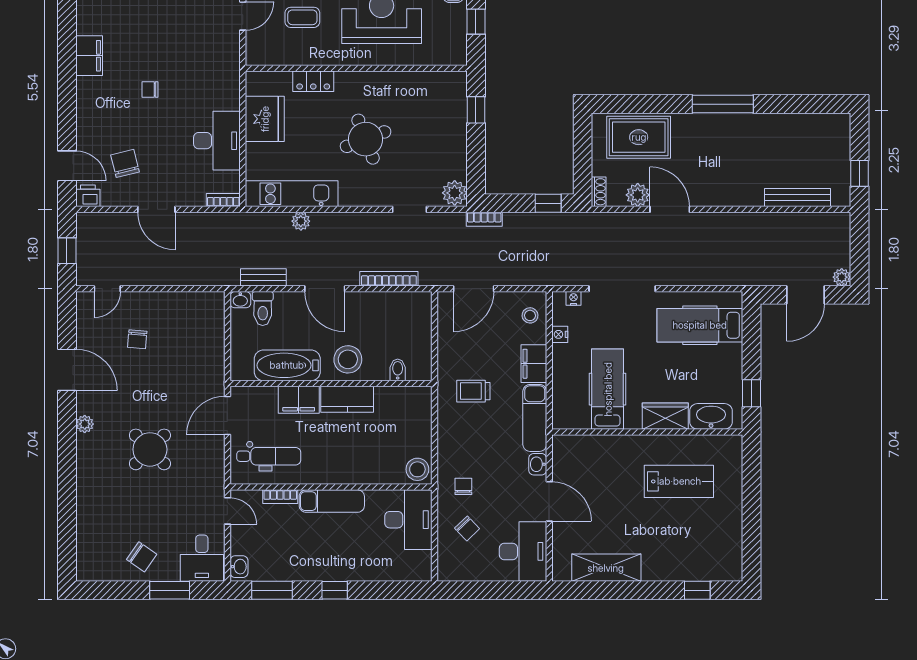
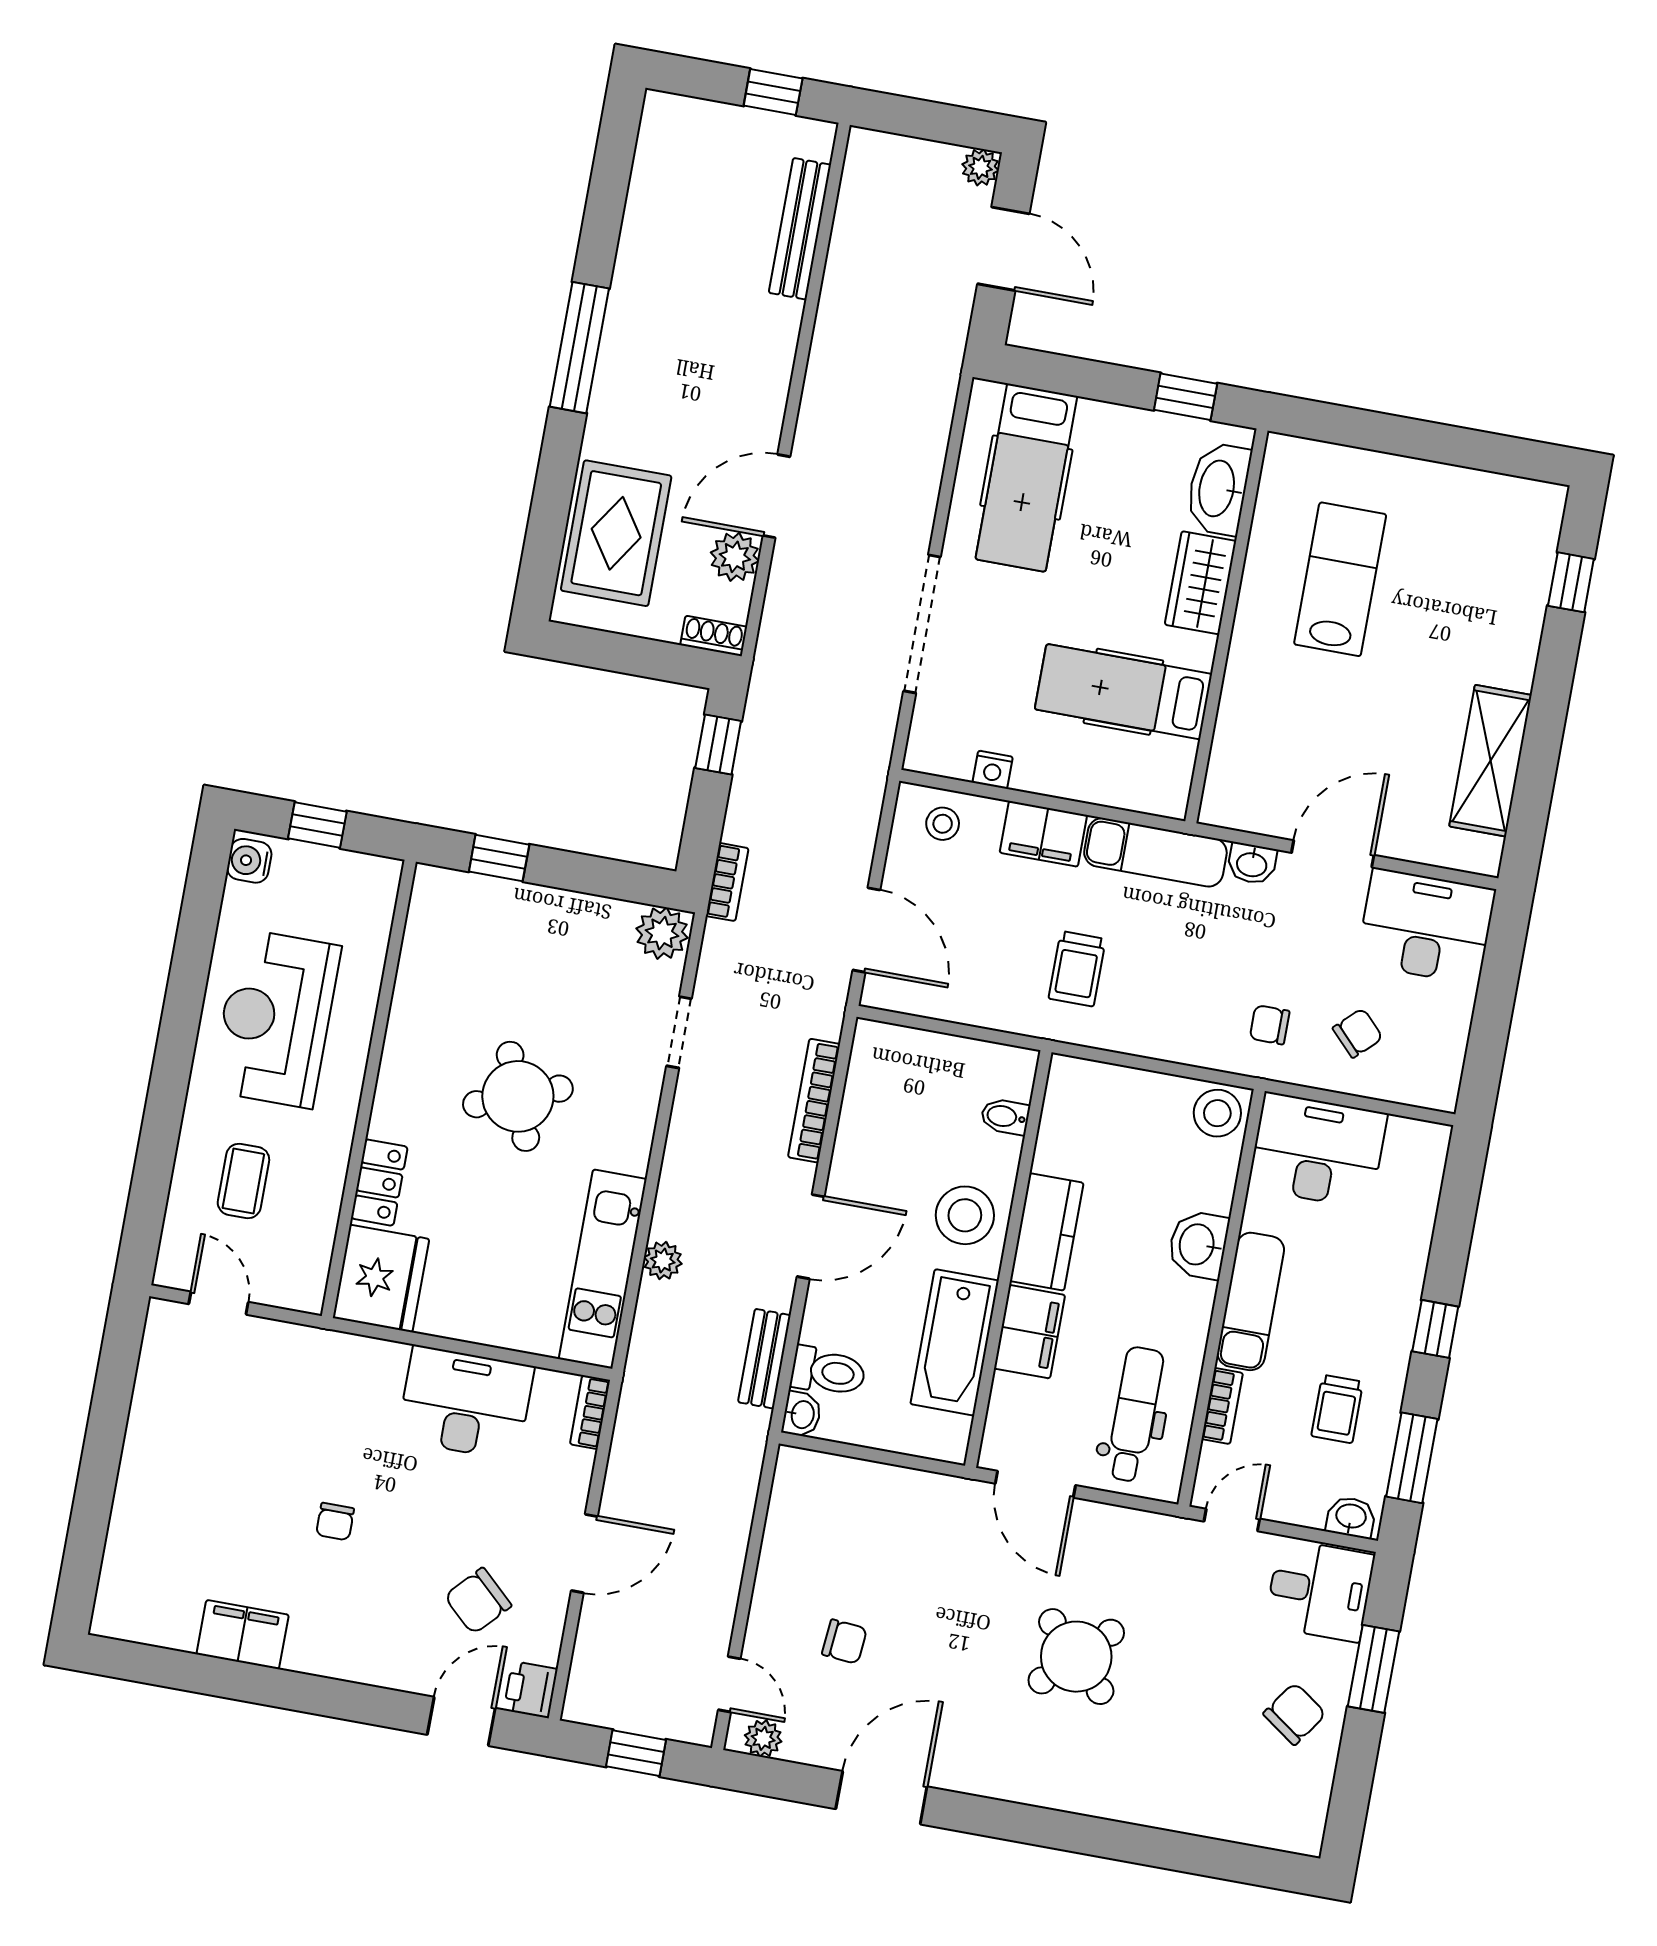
fridge: (265, 119) -> (381, 1278), moved, turned 90
chair: (125, 163) -> (478, 1601), turned -33
nightstand: (573, 298) -> (924, 728), removed
plant: (85, 424) -> (763, 1738), moved
washbasin: (354, 472) -> (1198, 1245), added
trolley: (289, 551) -> (1337, 1409), added

